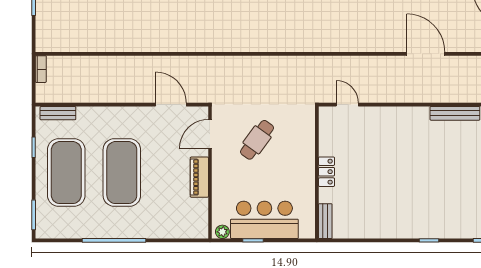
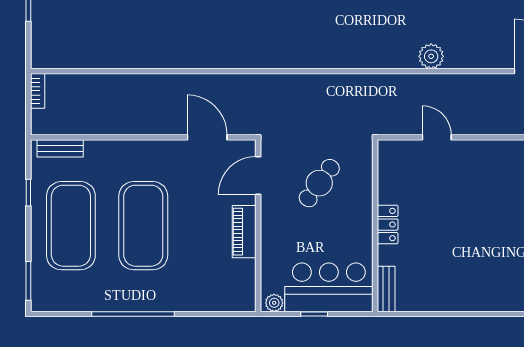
plant: (343, 42) -> (431, 56), added
locker: (326, 172) -> (388, 225), moved
wall: (317, 173) -> (375, 226), moved
bench: (325, 221) -> (386, 289), moved

